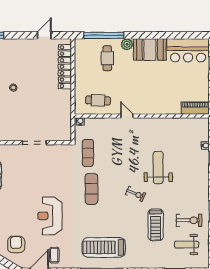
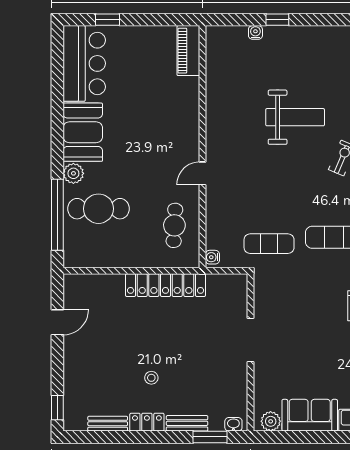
door: (44, 35) -> (57, 322), swing flipped
cafe table: (107, 58) -> (98, 209), width x1.37, depth x1.35
locker: (65, 67) -> (166, 285), moved
weight bench: (158, 167) -> (295, 117), turned 180

